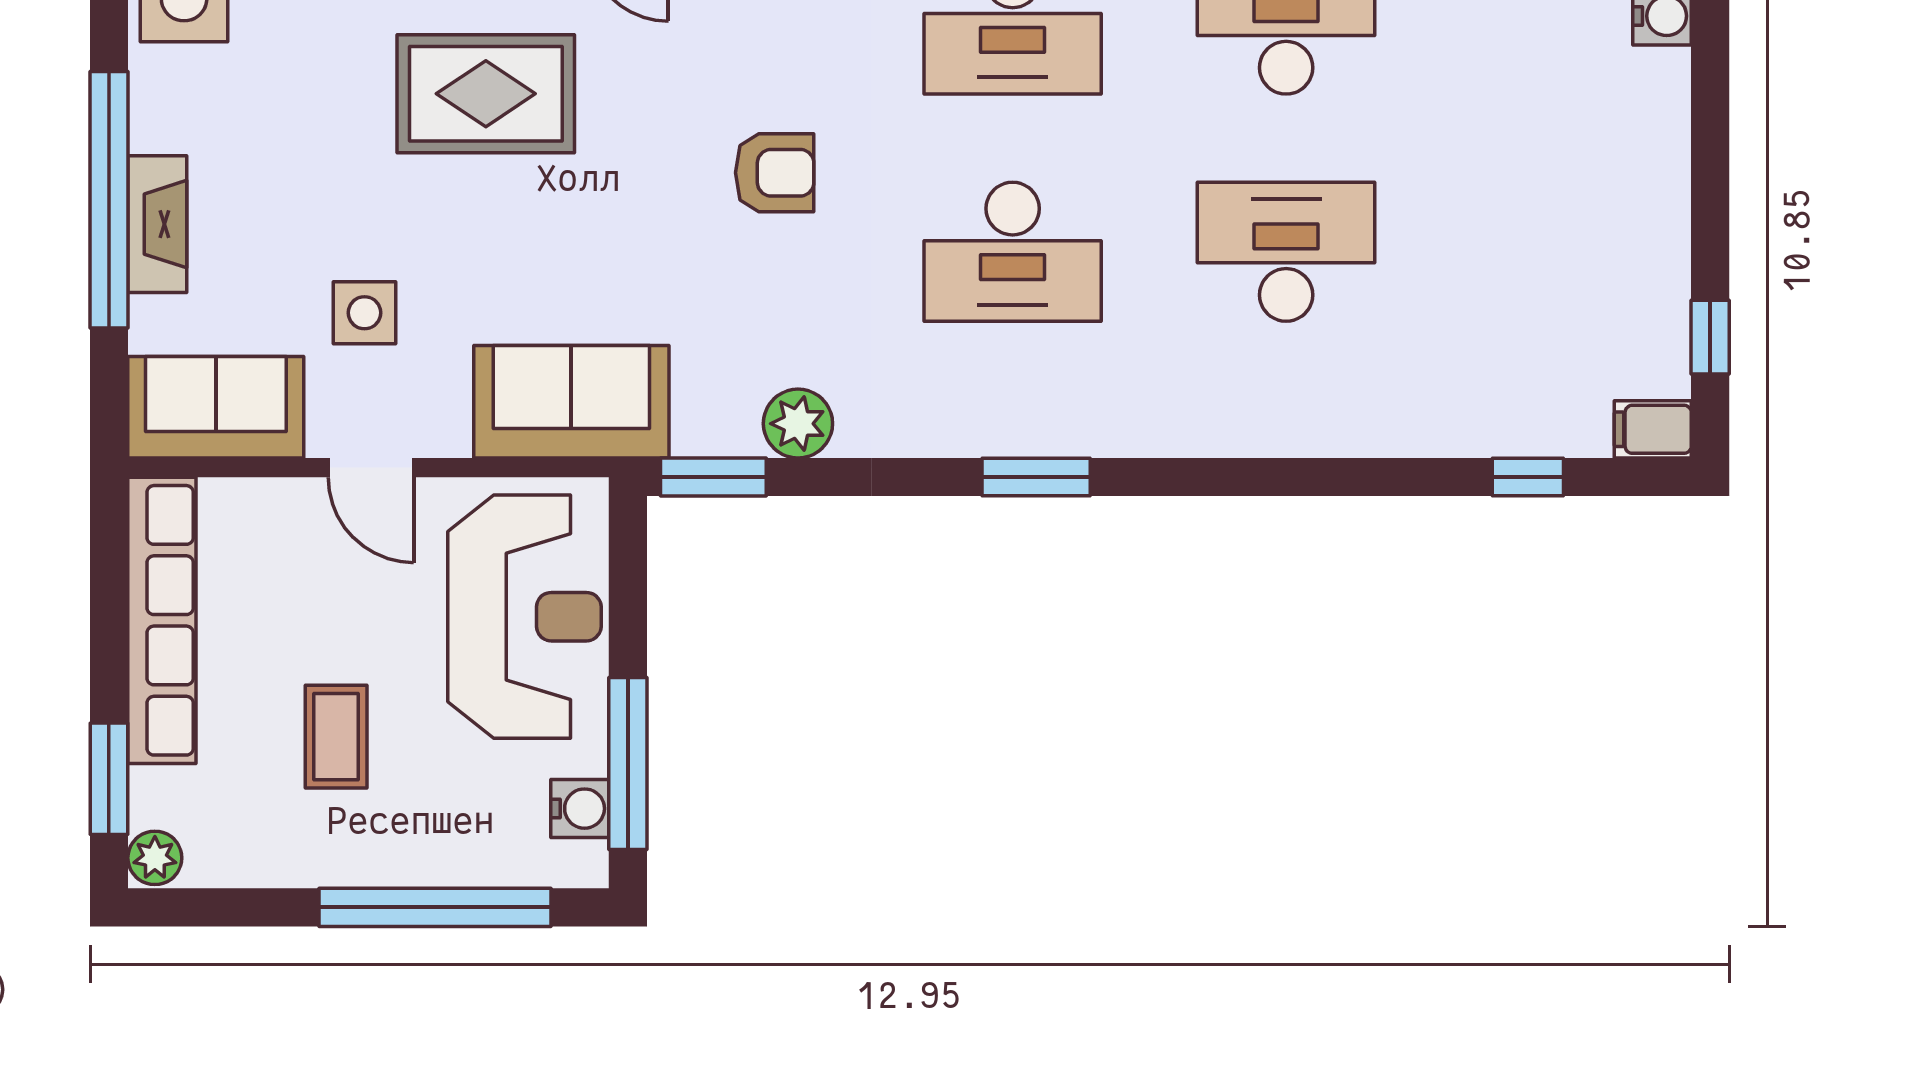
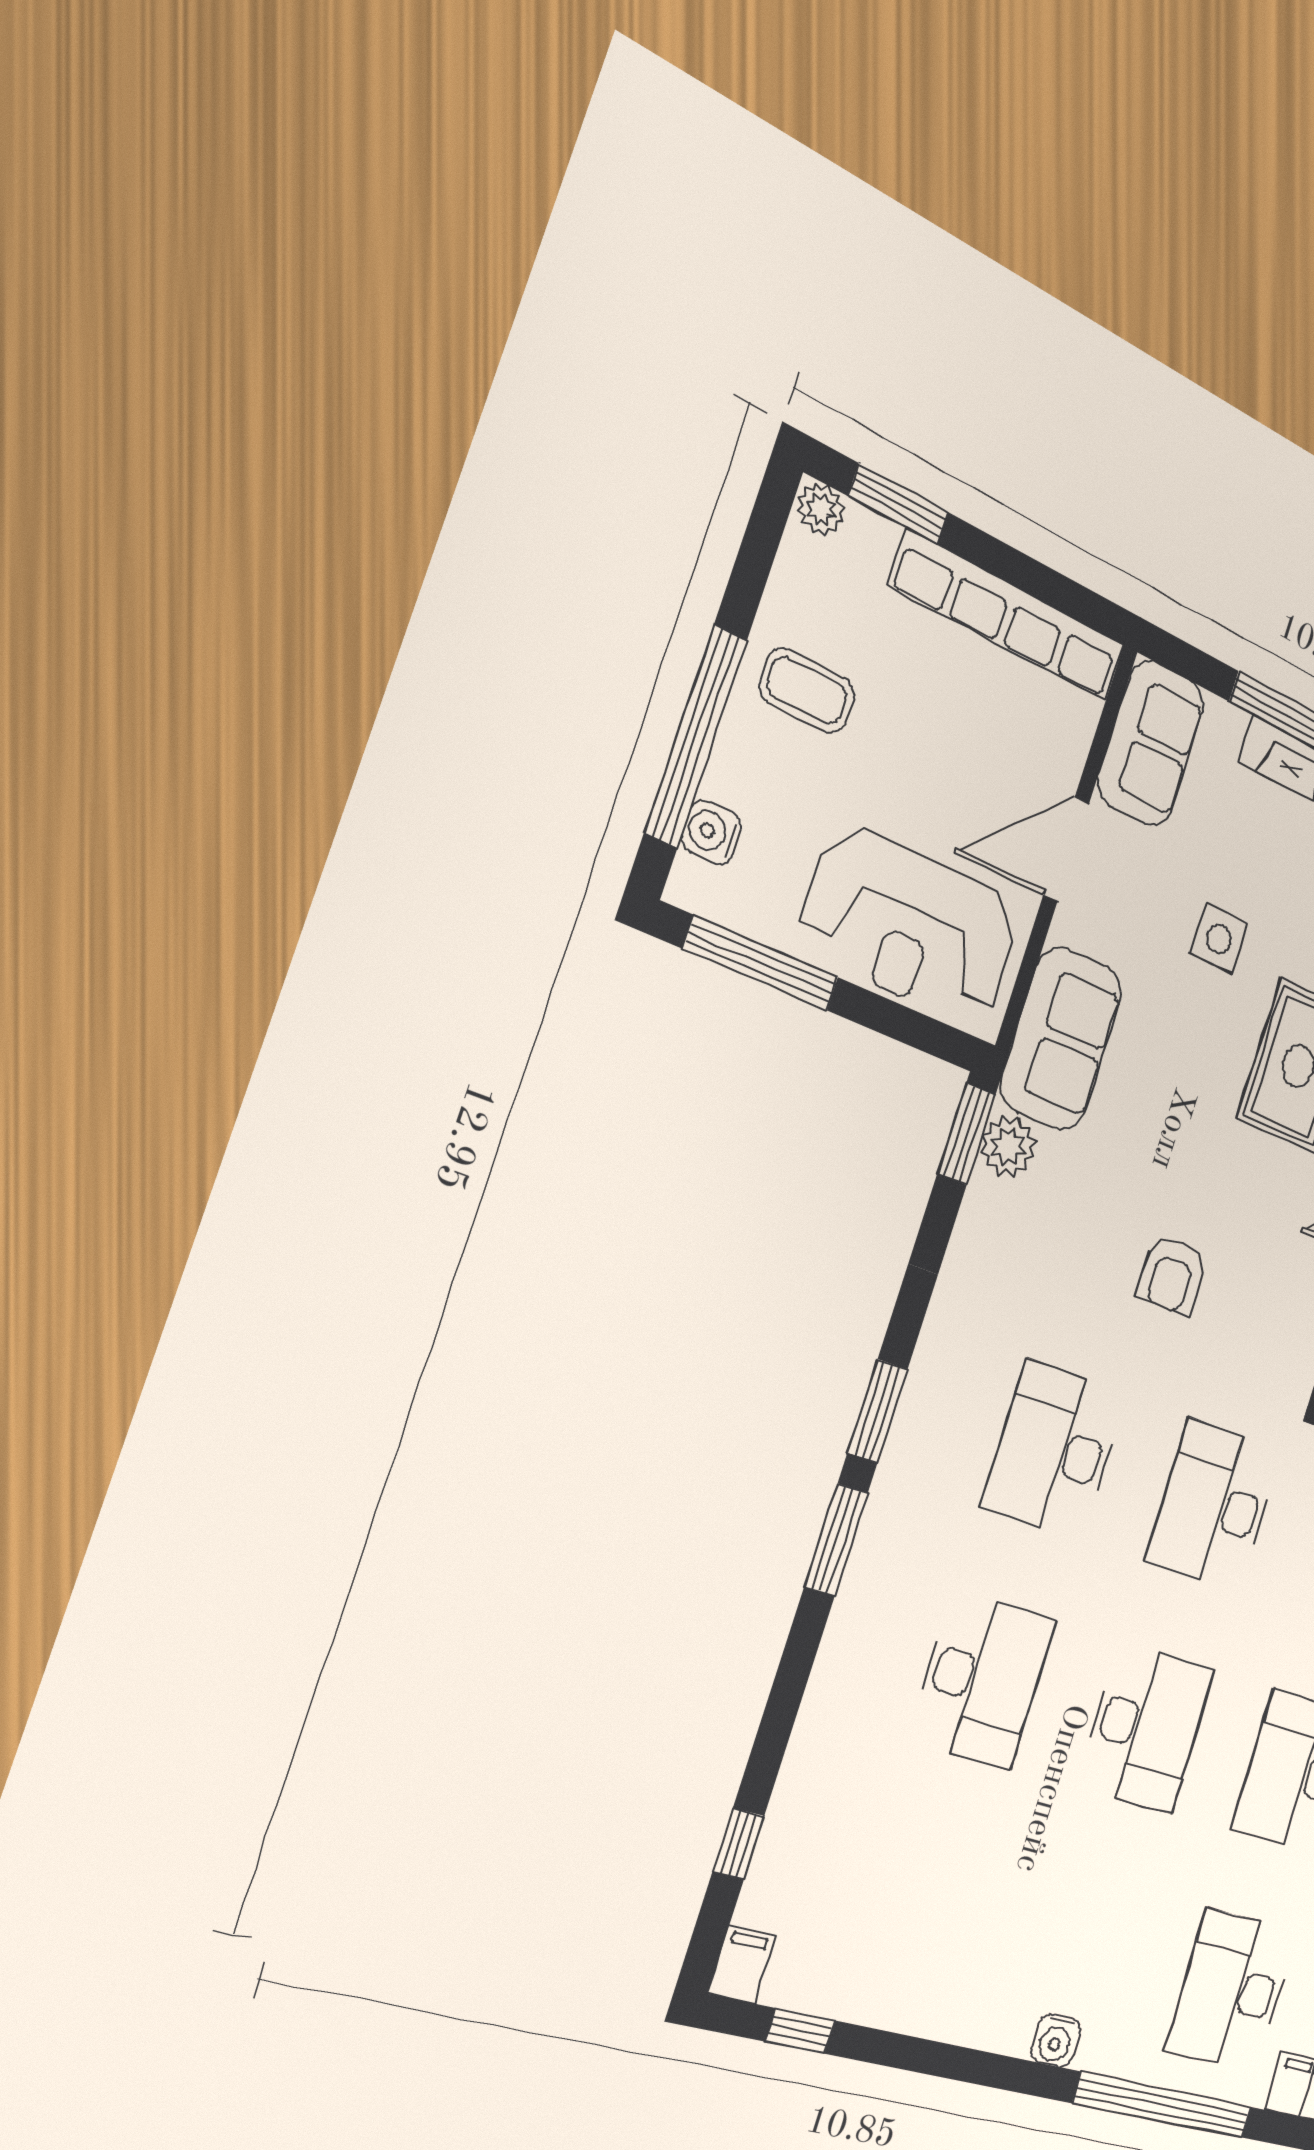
side table: (365, 313) -> (1219, 939), moved
plant: (798, 424) -> (1008, 1146), moved
door: (371, 468) -> (1066, 849), width x1.38
window: (1184, 477) -> (836, 1540), added
coffee table: (336, 737) -> (807, 690), moved
water cooler: (580, 809) -> (711, 832), moved, turned 90

